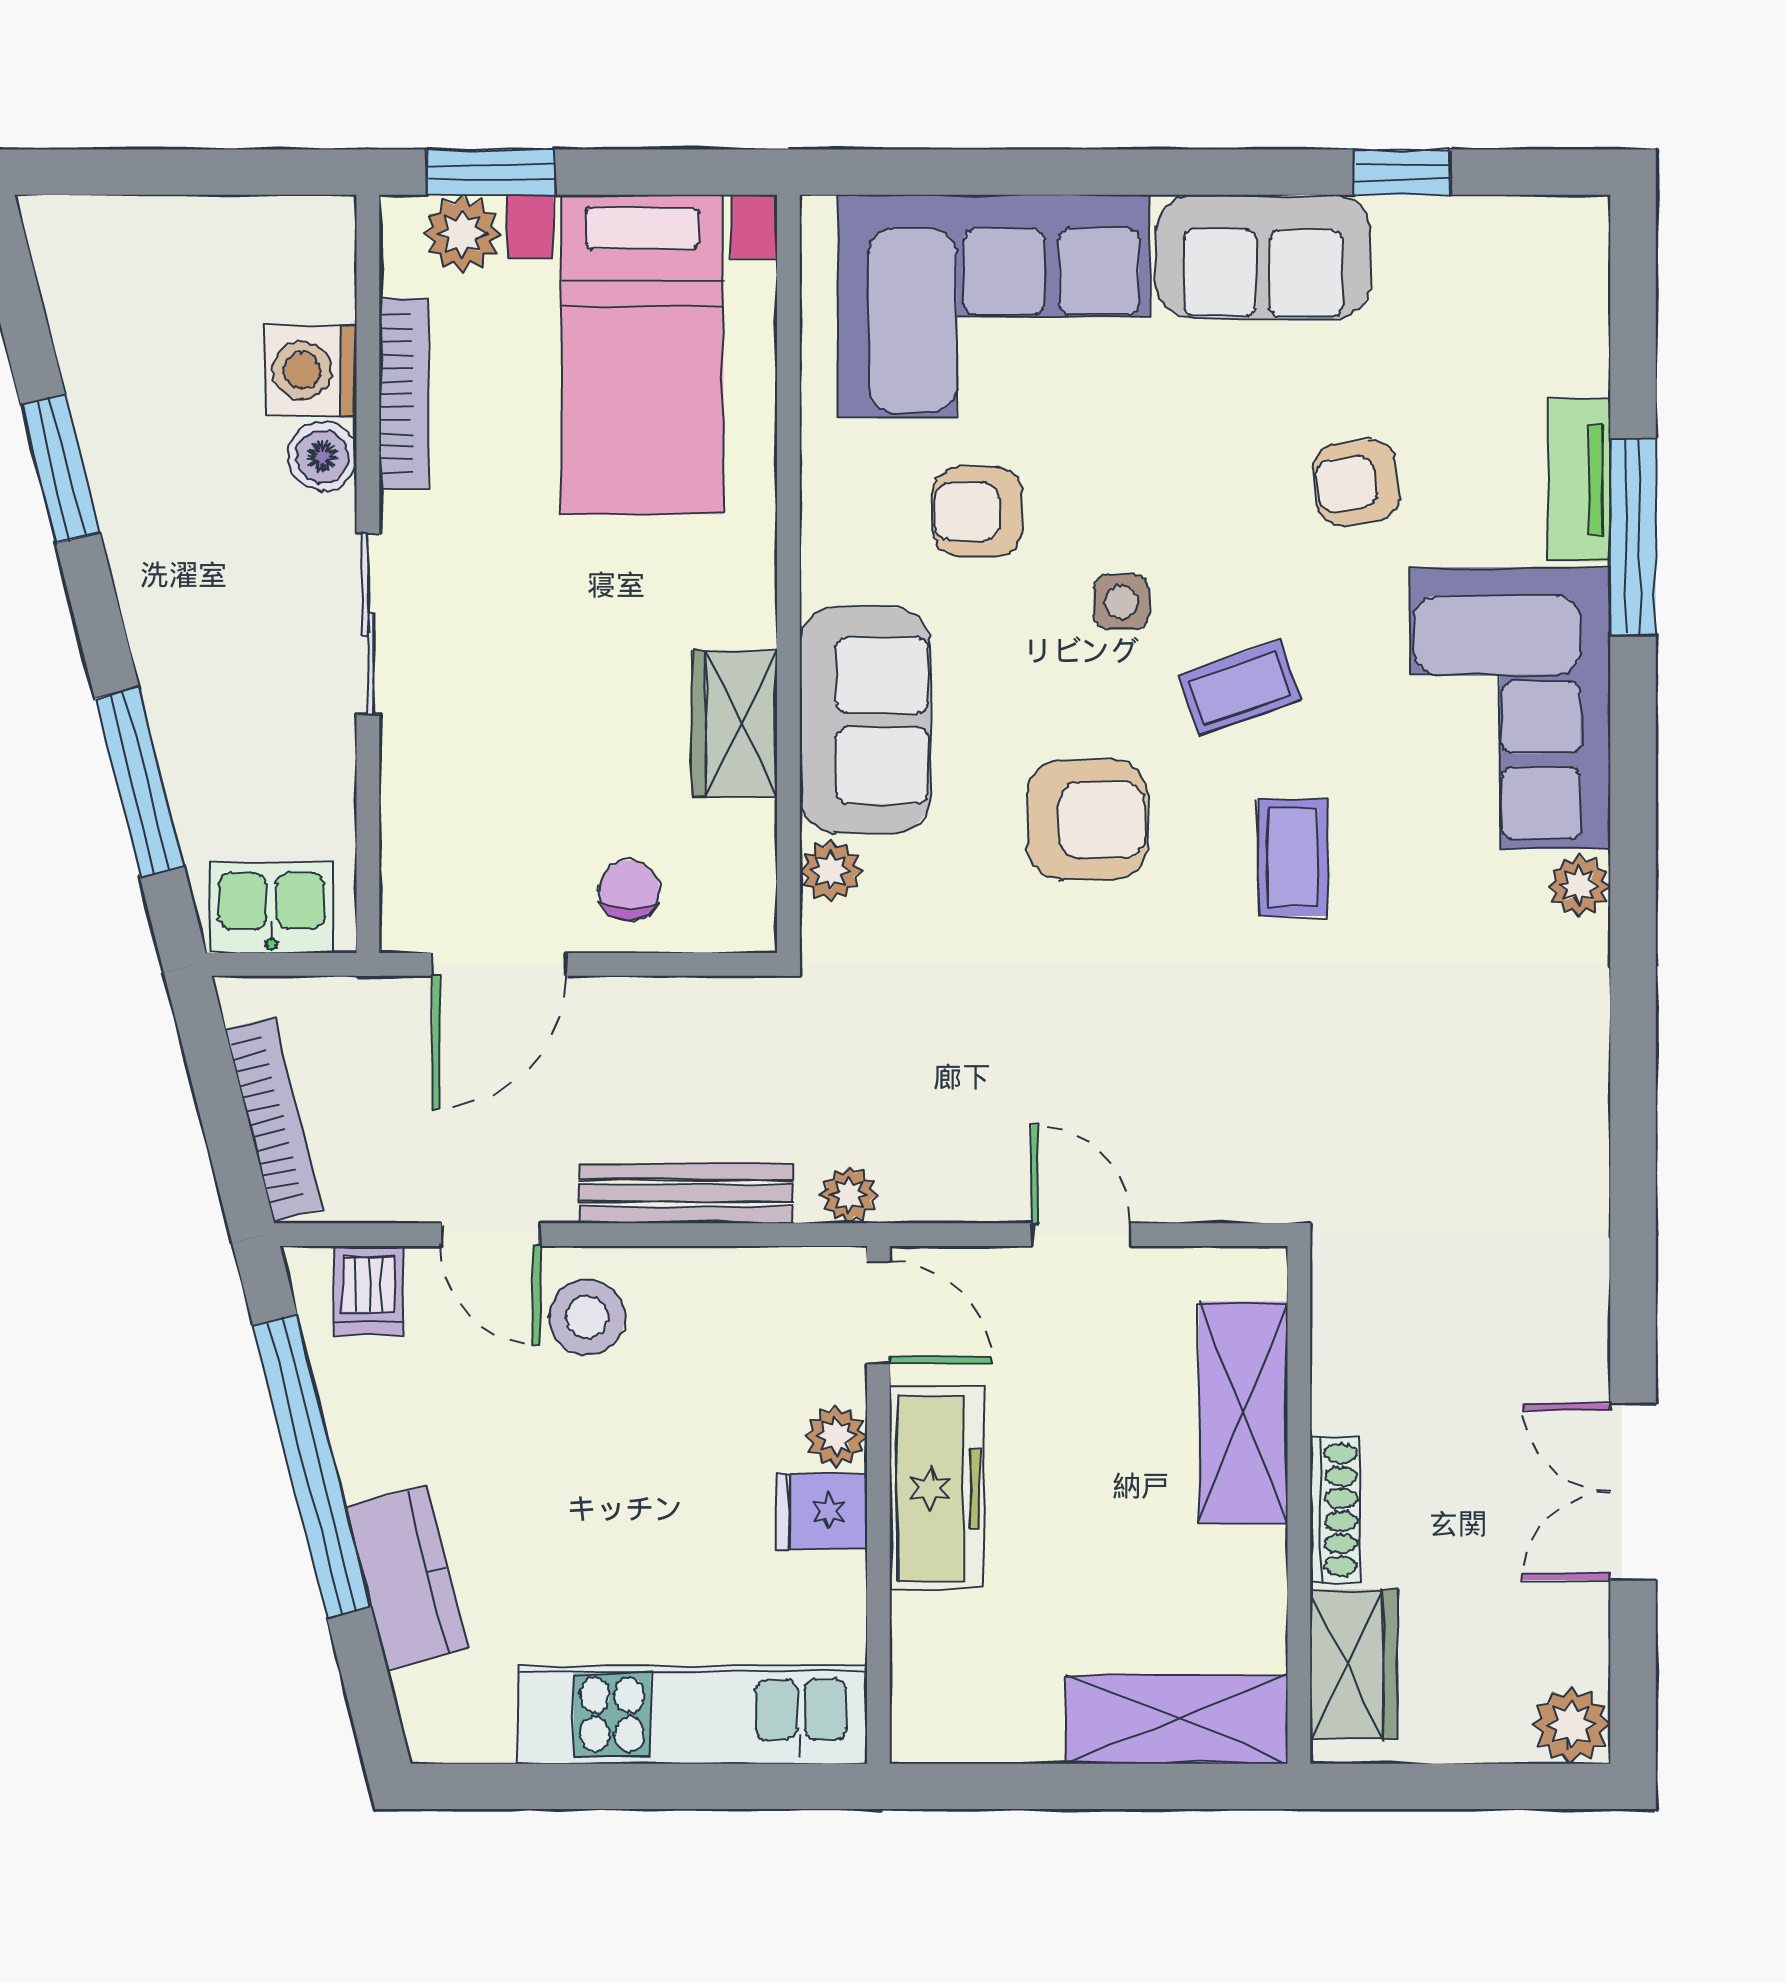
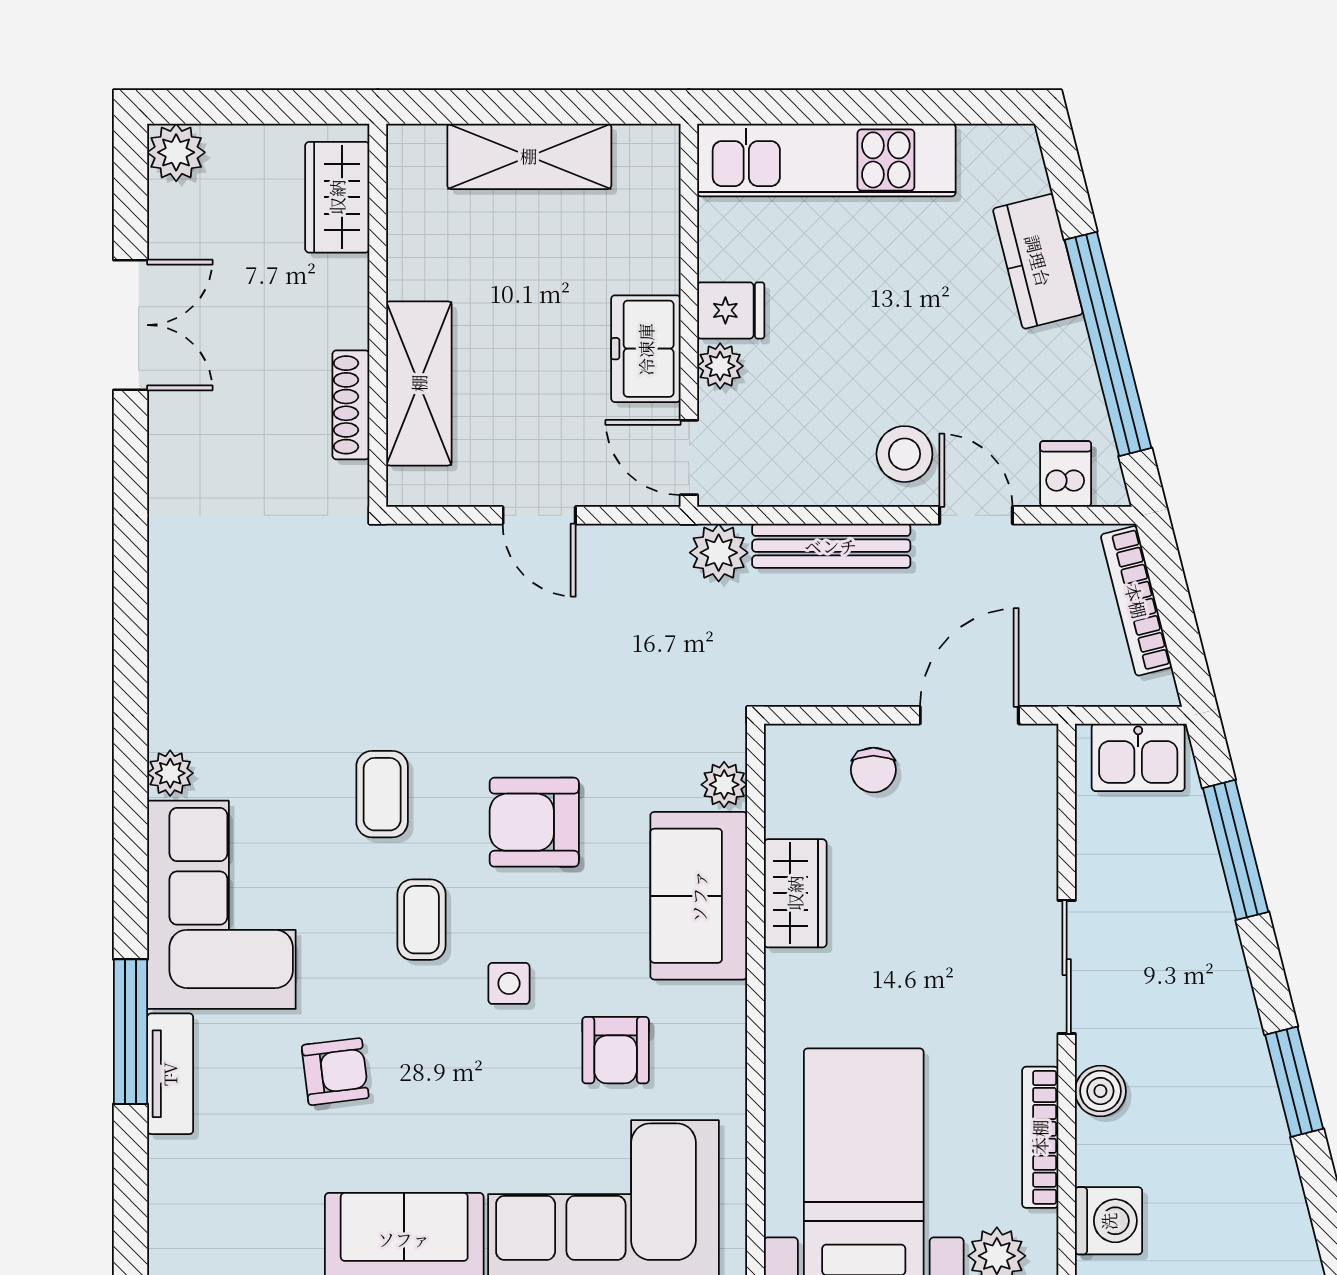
washing machine: (311, 371) -> (1109, 1221), moved
armchair: (977, 512) -> (616, 1050), turned 90
coffee table: (1240, 688) -> (422, 920), turned -71
plant: (849, 1195) -> (719, 553), width x1.38, depth x1.38
freezer: (937, 1489) -> (646, 349), width x0.71
shoe rack: (1335, 1510) -> (351, 405), moved
shelving: (1177, 1720) -> (529, 156), moved

